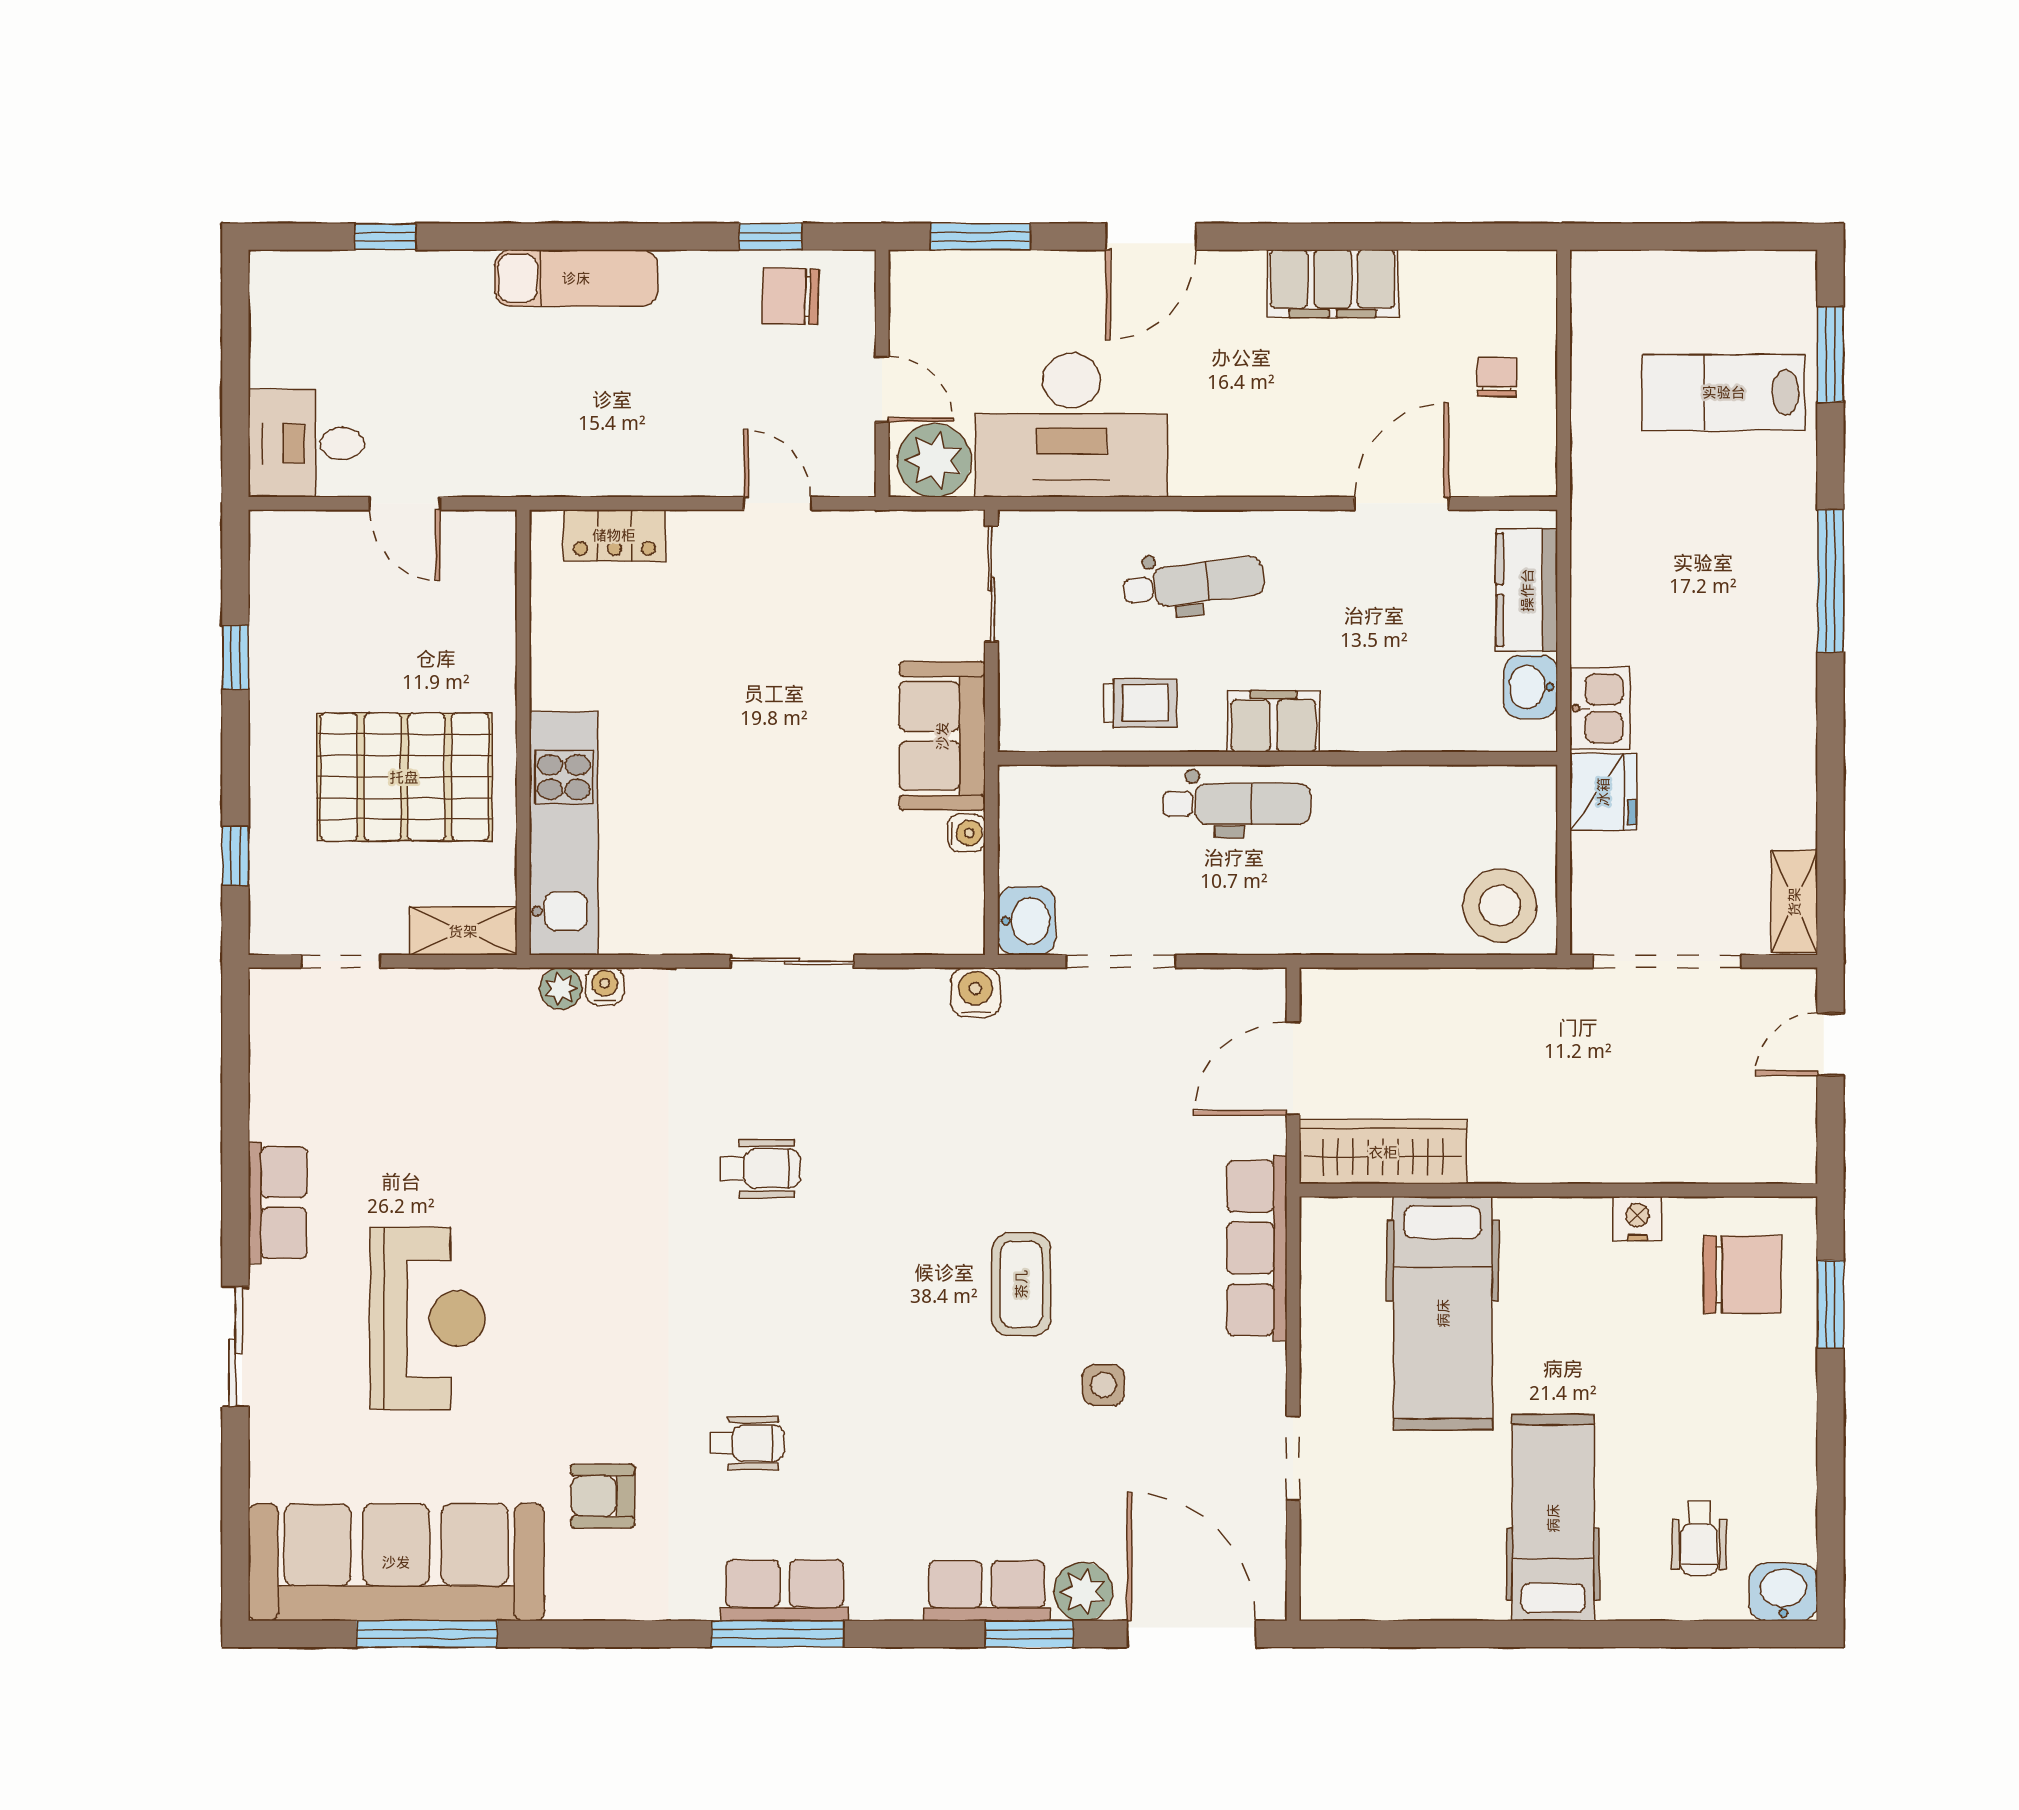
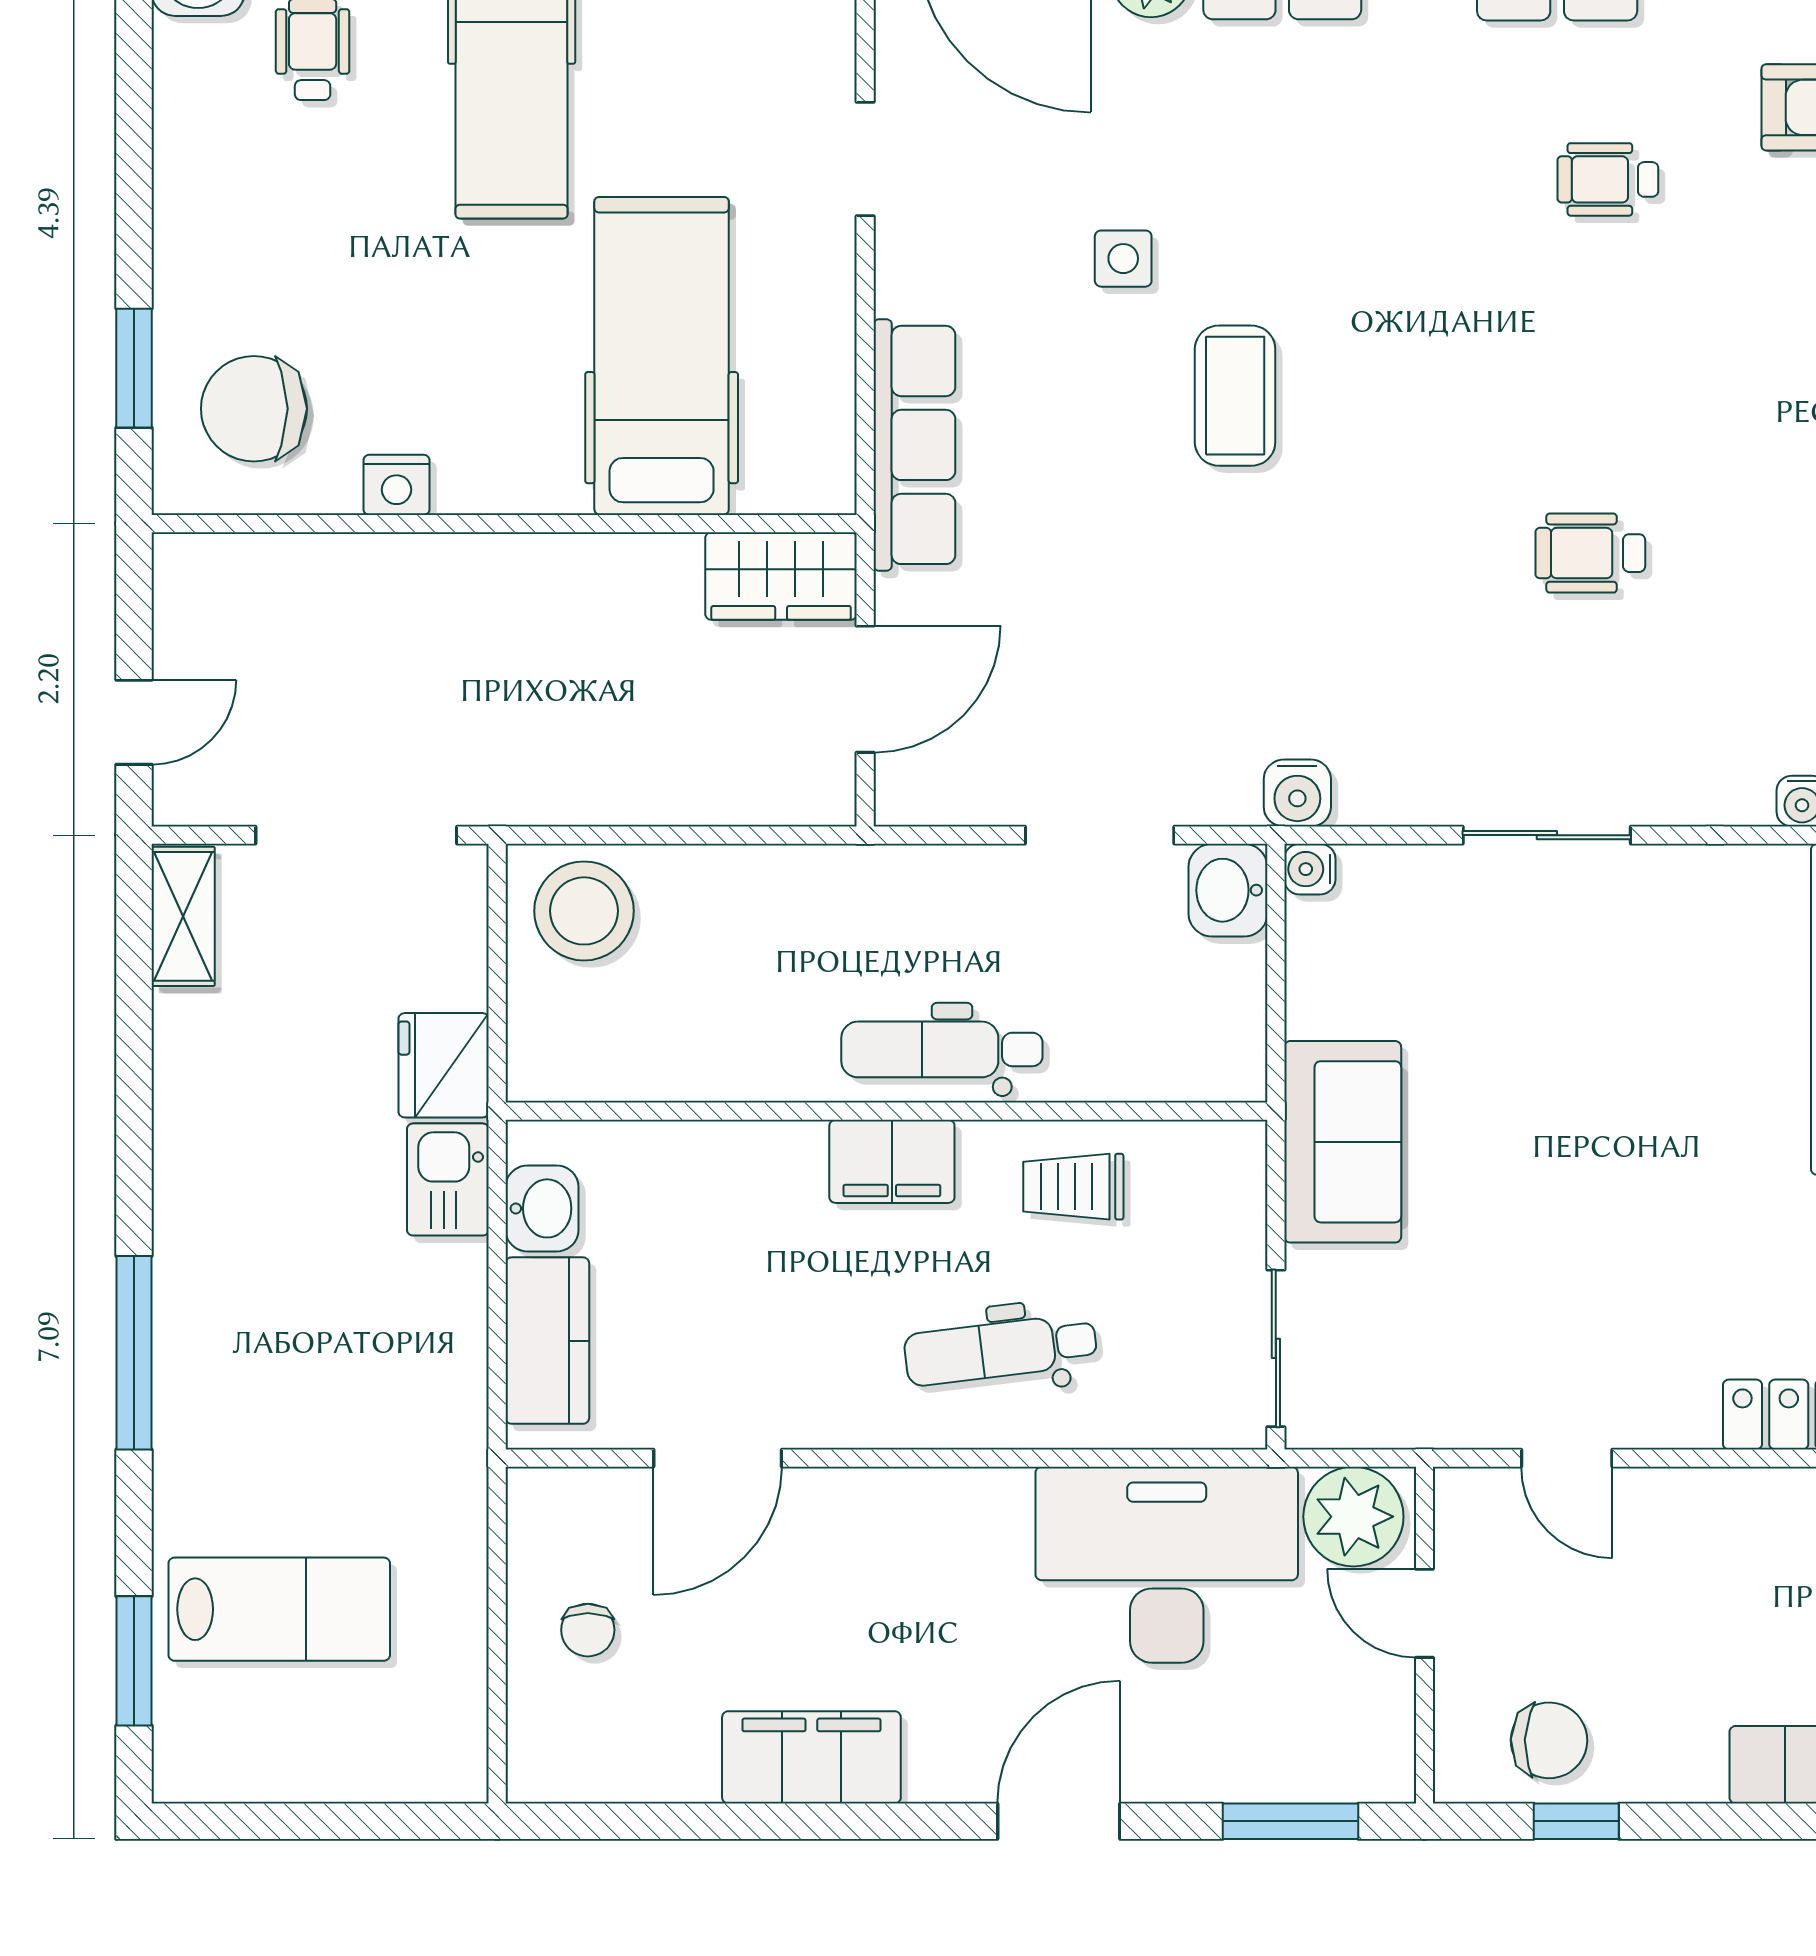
water cooler: (966, 833) -> (1310, 869), moved
wardrobe: (1383, 1152) -> (781, 576), width x0.67

